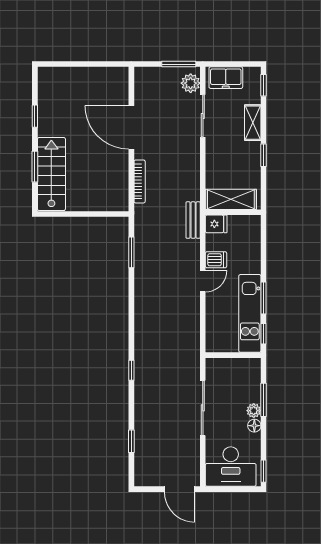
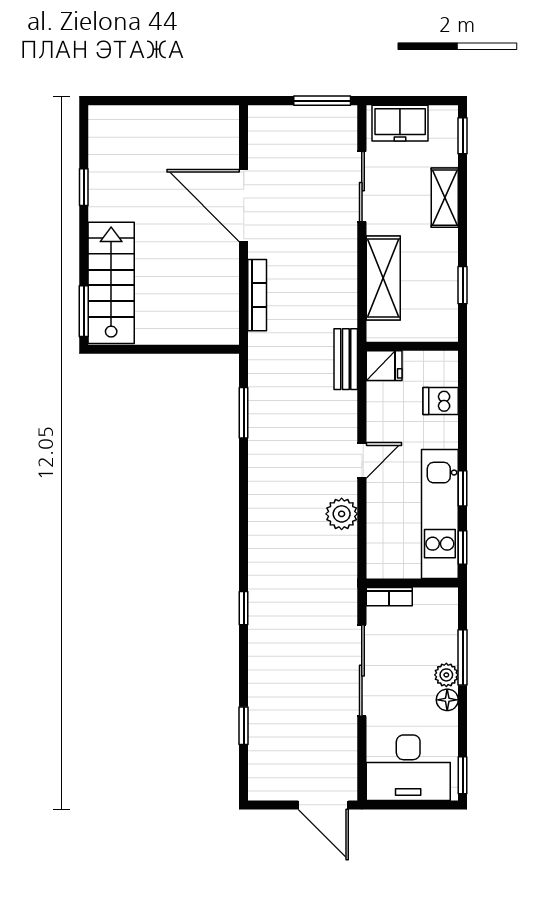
plant: (191, 83) -> (342, 514), moved
window: (264, 155) -> (463, 285), moved
window: (35, 167) -> (84, 311), moved
shelving: (231, 199) -> (383, 278), moved, turned 90
dishwasher: (216, 260) -> (441, 401), moved, turned 180
window: (264, 298) -> (463, 488), width x0.67
bookcase: (219, 363) -> (389, 597), added

